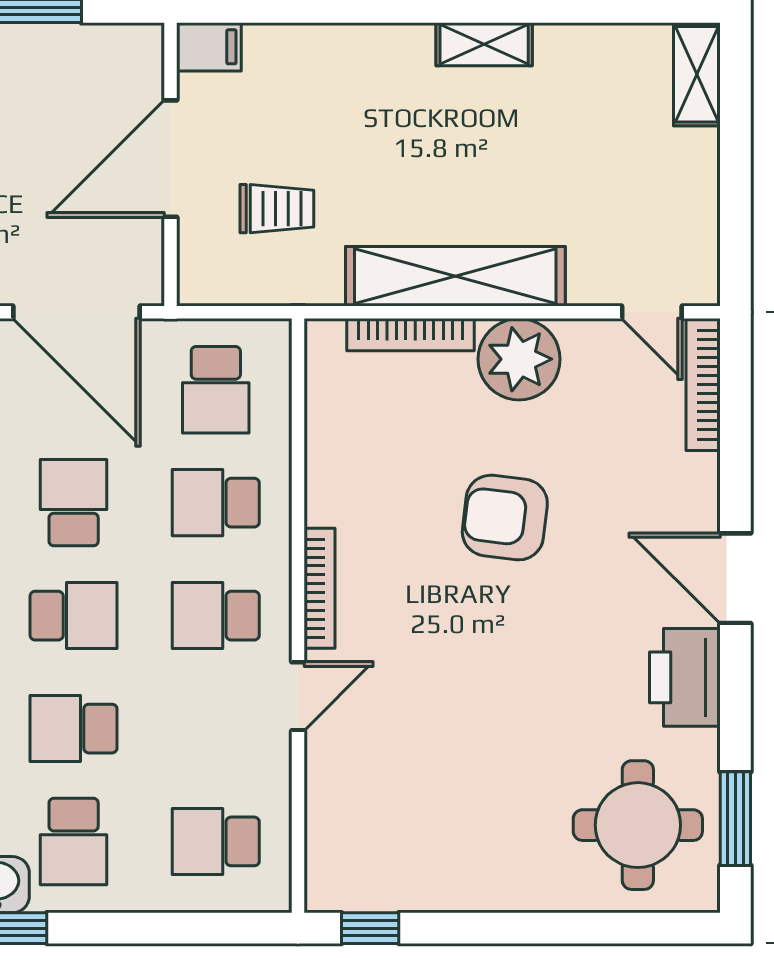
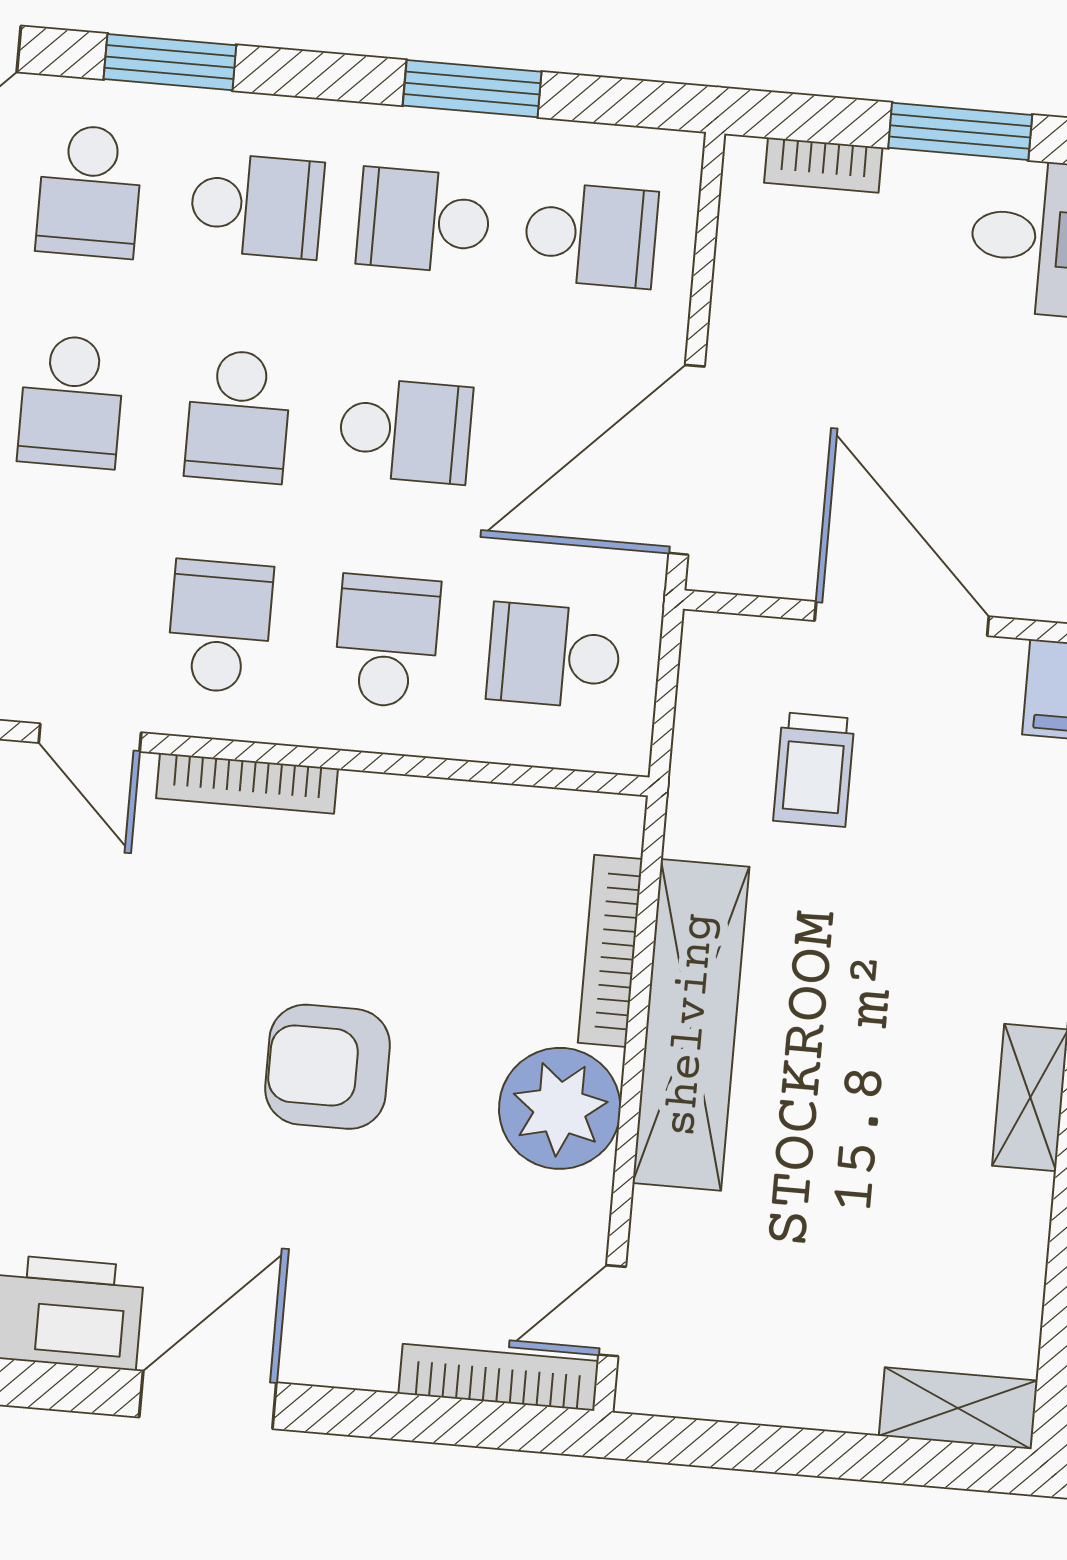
armchair: (505, 518) -> (327, 1067), turned -97
school desk: (74, 729) -> (71, 402), turned 180

